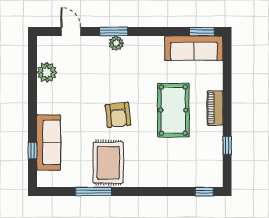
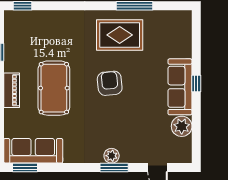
sofa: (49, 142) -> (180, 87), moved
window: (32, 151) -> (196, 84), moved
rug: (108, 163) -> (120, 35), turned 90

